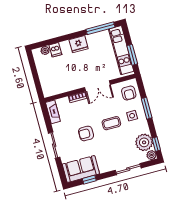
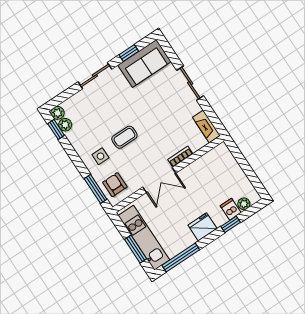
window: (59, 39) -> (231, 224), added
window: (132, 55) -> (136, 249), moved
double door: (97, 86) -> (159, 180), swing flipped
window: (147, 108) -> (96, 189), moved
armchair: (86, 133) -> (153, 113), removed
plant: (144, 142) -> (65, 125), width x0.53, depth x0.53
sliding door: (128, 169) -> (95, 76), moved

